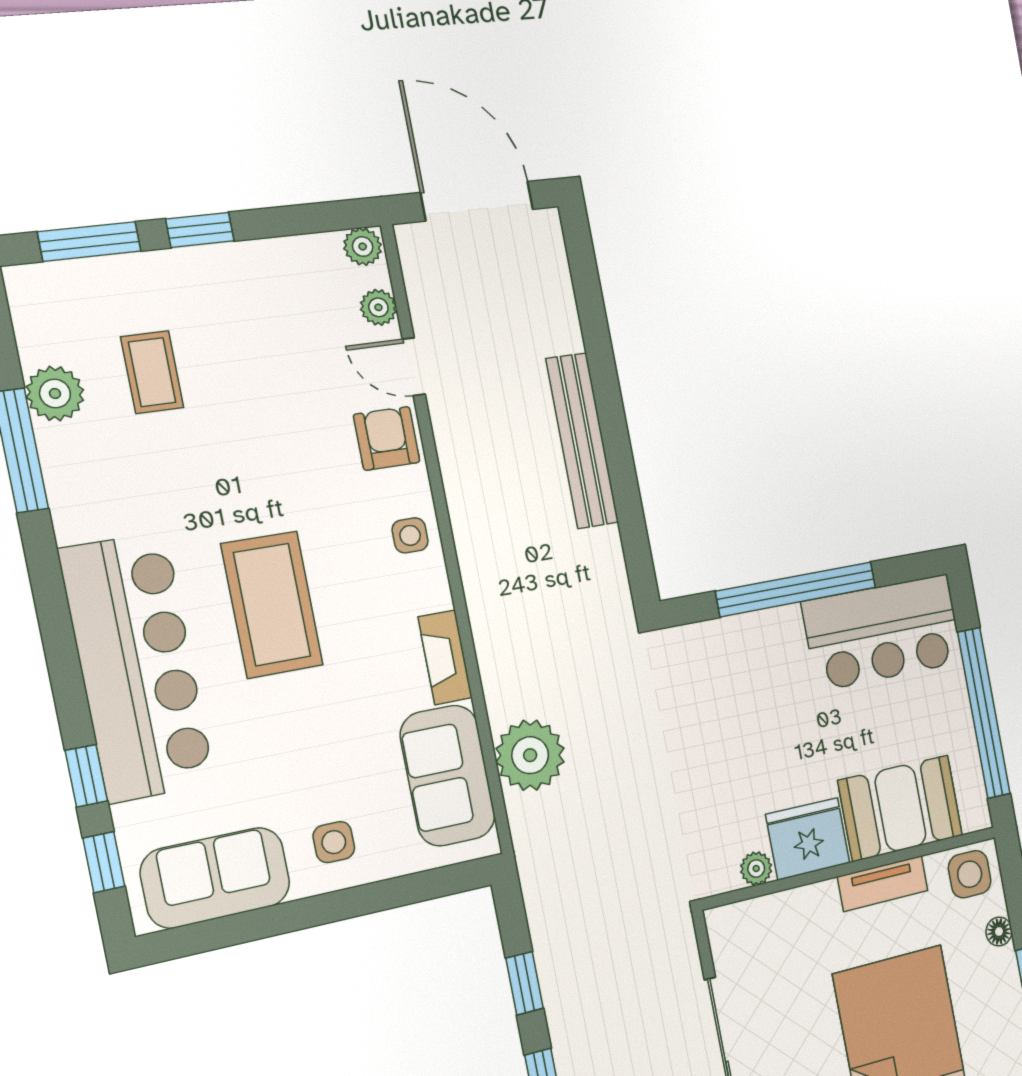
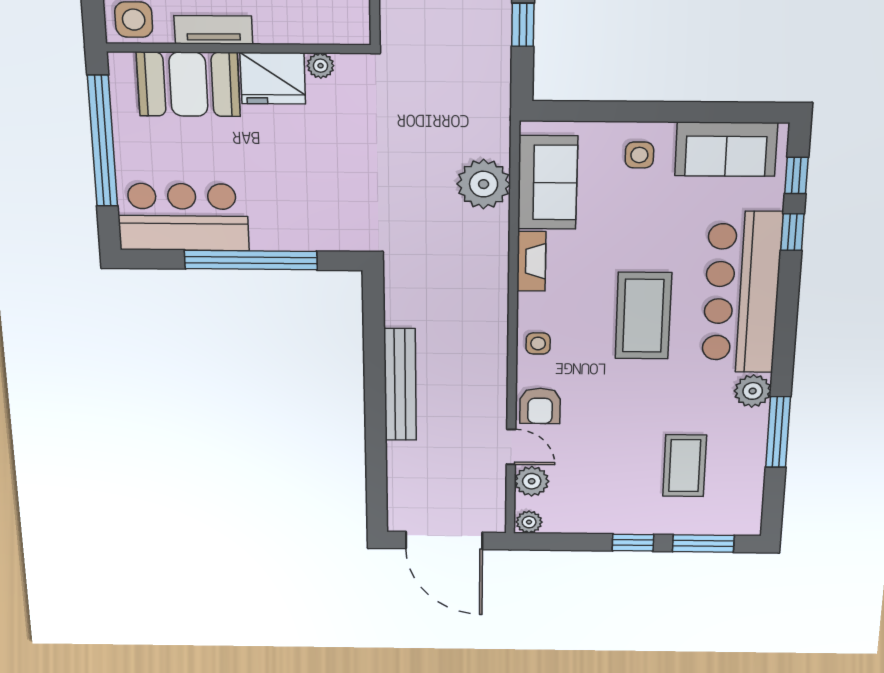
plant: (378, 307) -> (532, 481), width x1.38, depth x1.38
coffee table: (152, 372) -> (685, 466), width x1.36, depth x1.30
plant: (55, 394) -> (753, 391), moved

